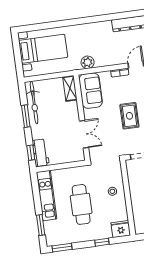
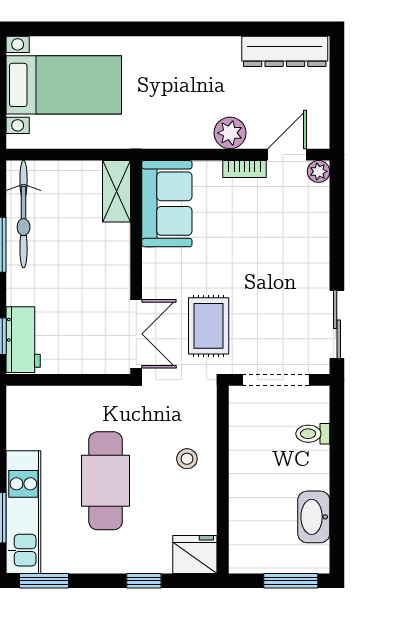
plant: (88, 62) -> (230, 133), moved
rug: (129, 116) -> (209, 326), moved
double door: (84, 134) -> (136, 334), moved
kitchen unit: (47, 195) -> (23, 512), moved

